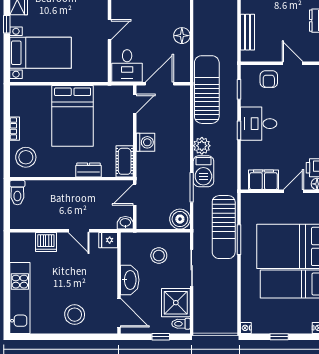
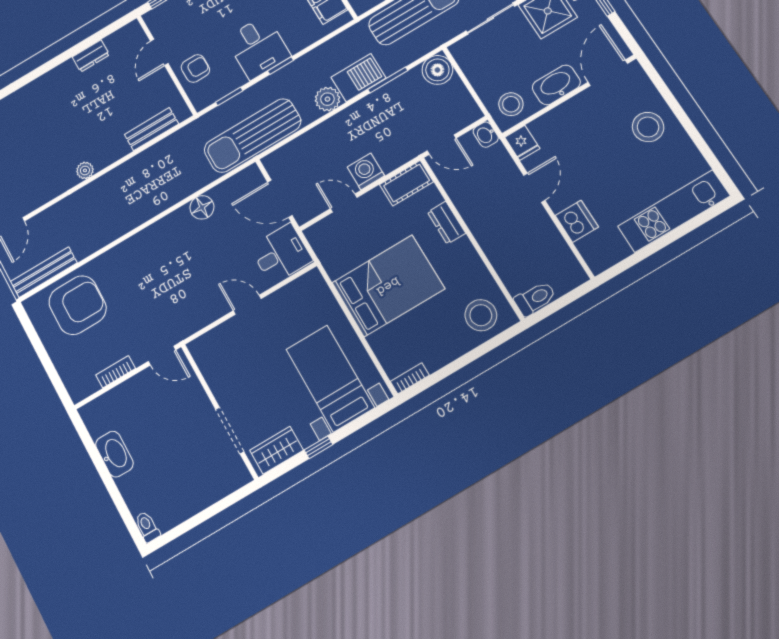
door: (135, 104) -> (344, 203), moved
bookcase: (15, 129) -> (410, 378), moved
stool: (159, 256) -> (511, 104), moved

